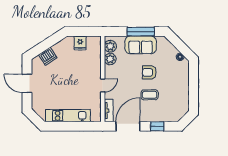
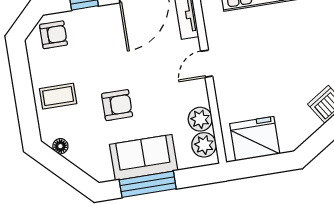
fridge: (80, 43) -> (255, 139), width x1.88, depth x1.34
coffee table: (150, 95) -> (58, 96), moved
armchair: (175, 111) -> (53, 35), added

